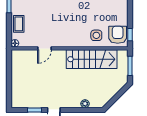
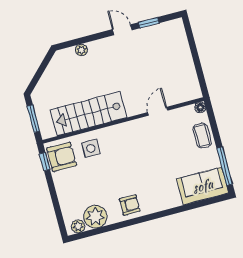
armchair: (118, 35) -> (62, 157), turned -90

